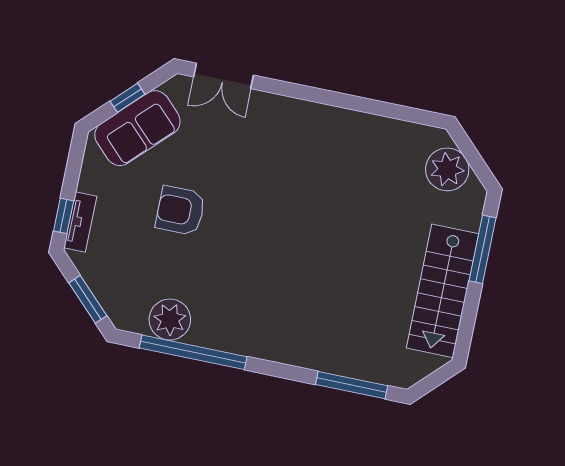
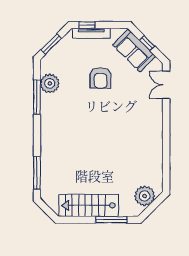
armchair: (180, 211) -> (100, 78), turned 180
tv unit: (80, 222) -> (91, 33), width x1.41
window: (193, 352) -> (37, 97), width x0.68

